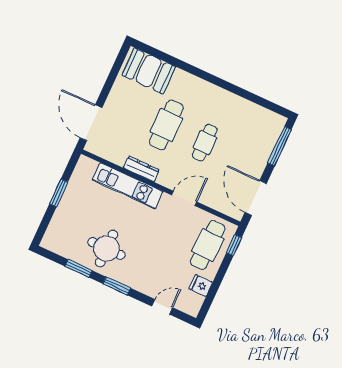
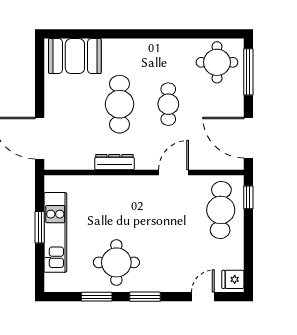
round table: (258, 127) -> (217, 62), added
kitchen unit: (128, 186) -> (55, 232), moved, turned -90
fridge: (201, 286) -> (233, 279), moved

